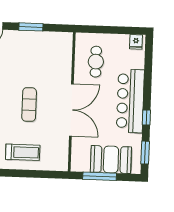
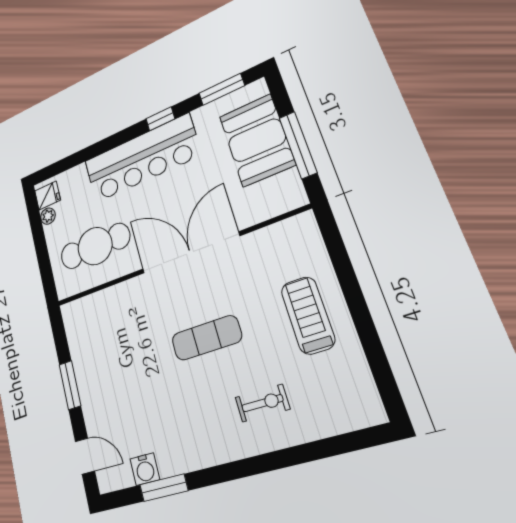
plant: (124, 39) -> (48, 216), added
cafe table: (96, 62) -> (95, 246), width x1.37, depth x1.35

